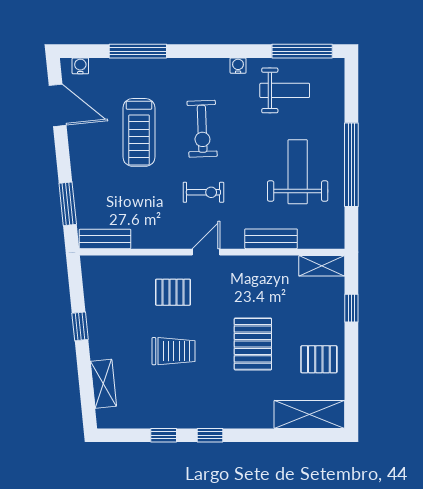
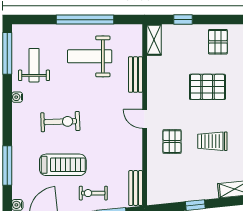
exercise bike: (203, 192) -> (93, 193), moved, turned -90
trolley: (174, 351) -> (212, 141), turned -90

